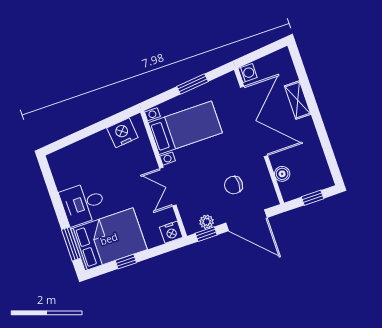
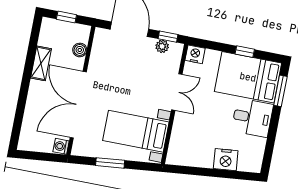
shelving: (298, 100) -> (41, 63), moved
nightstand: (122, 133) -> (226, 160), moved
chair: (234, 185) -> (124, 63), removed

